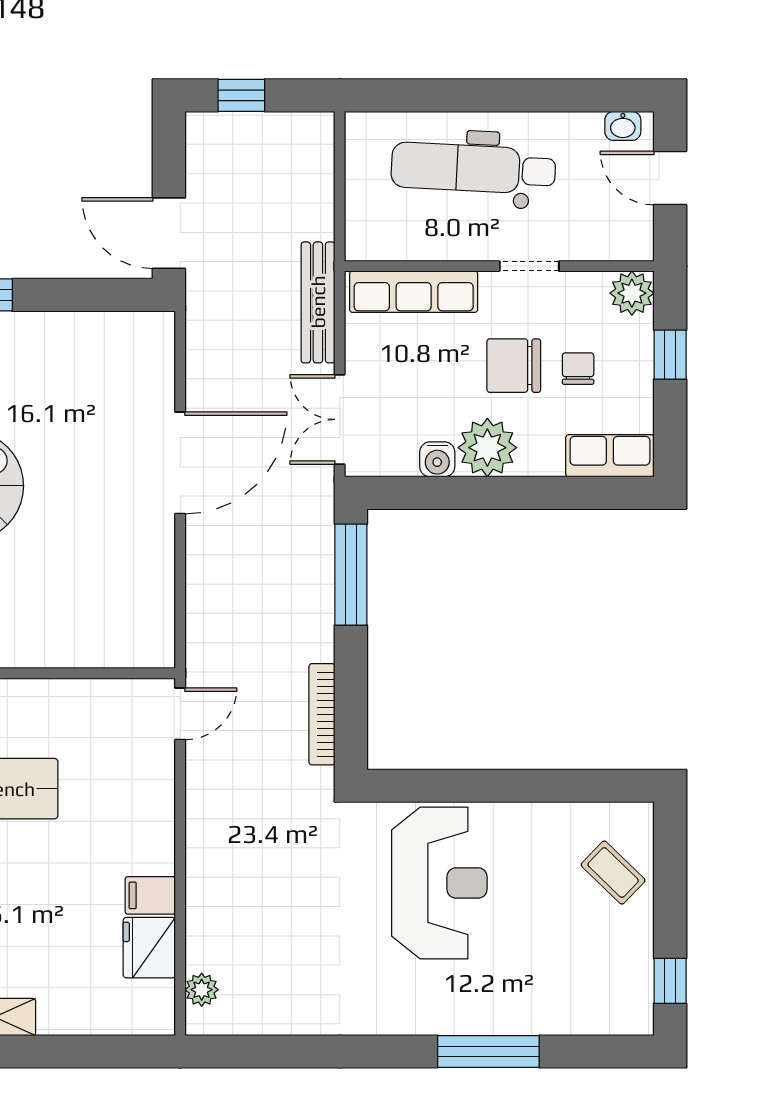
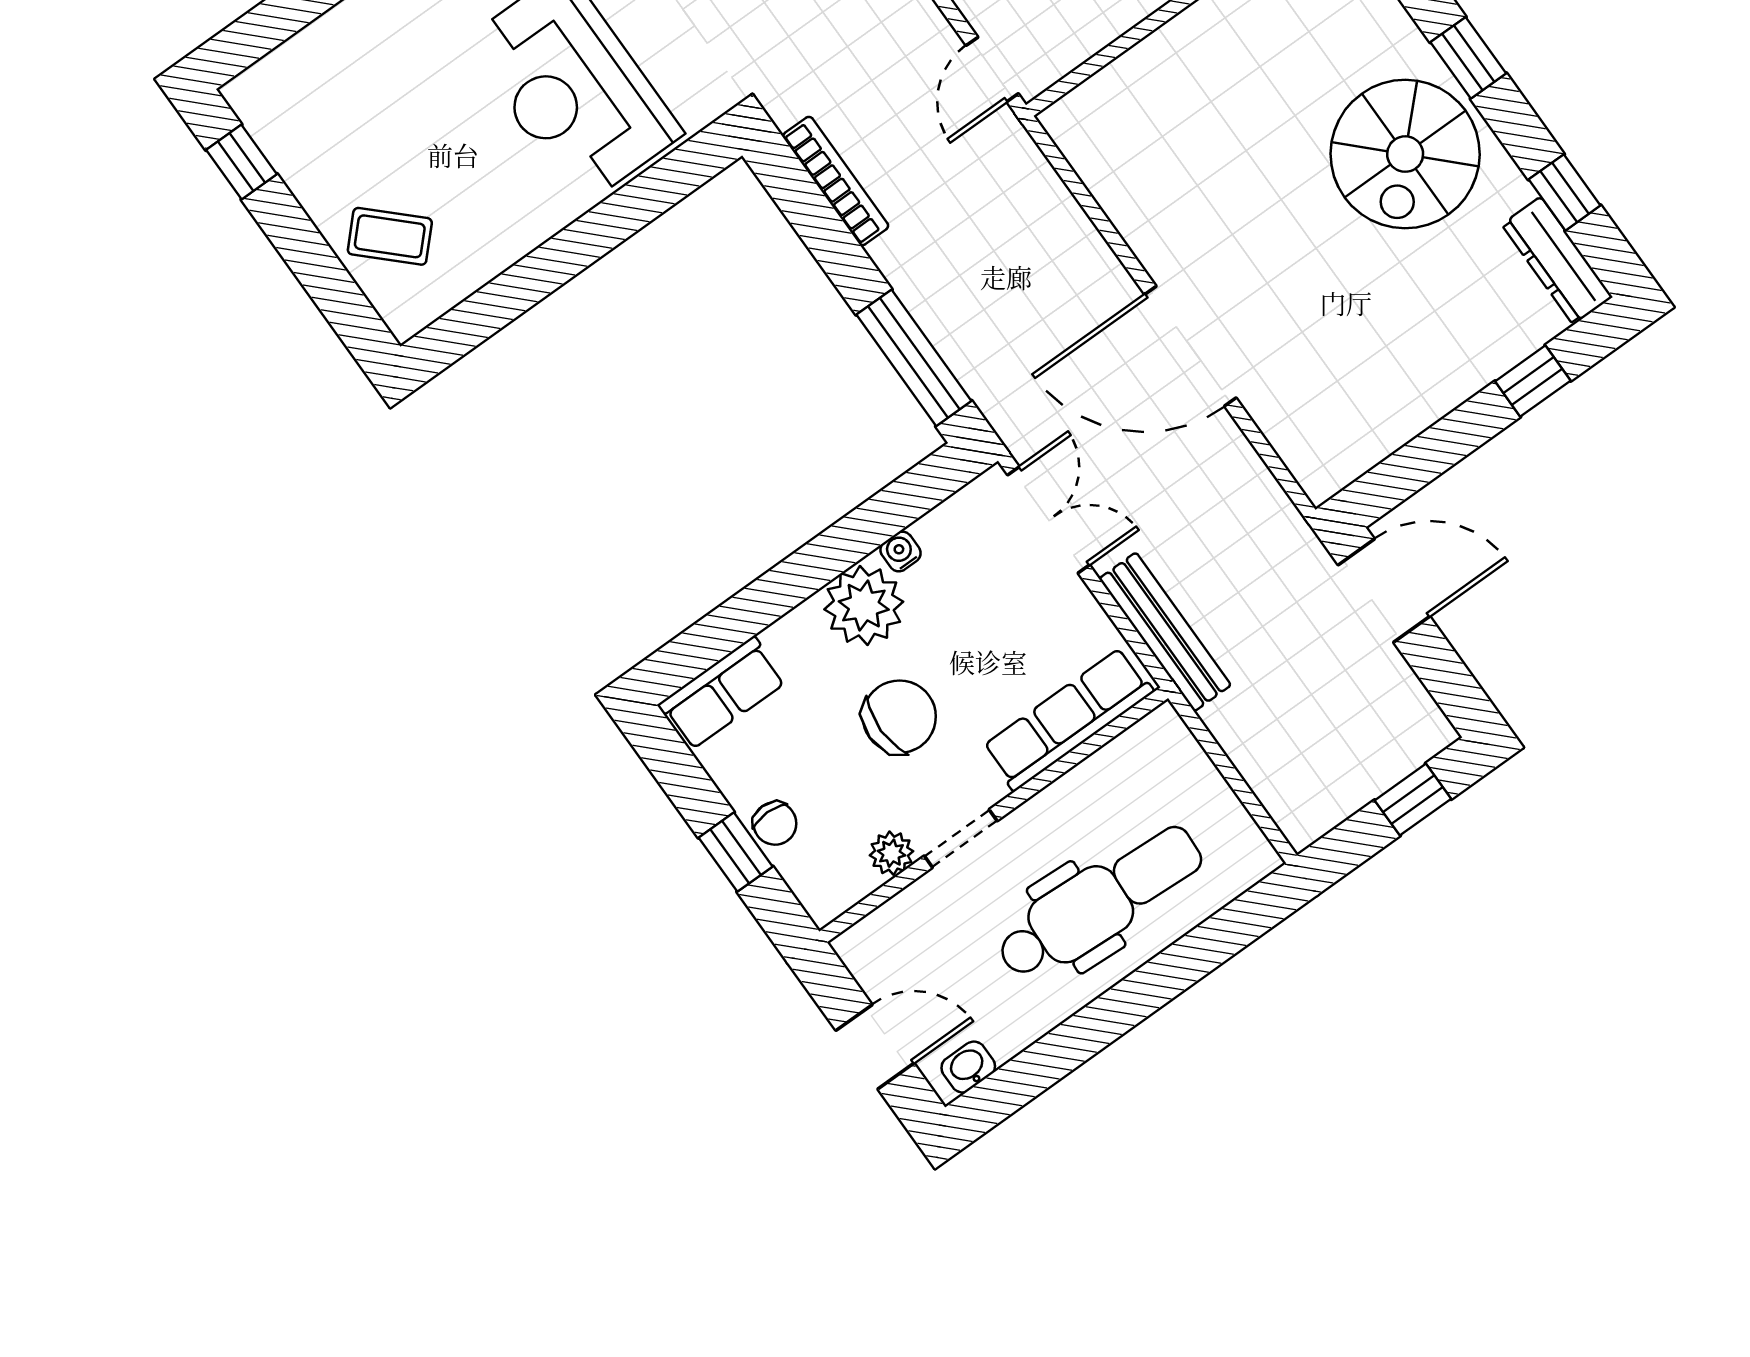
plant: (632, 293) -> (891, 853), moved, width x0.73, depth x0.73
chair: (578, 369) -> (775, 823), moved
water cooler: (437, 459) -> (901, 551), width x0.72, depth x0.72
door: (180, 463) -> (1190, 346), hinge flipped

